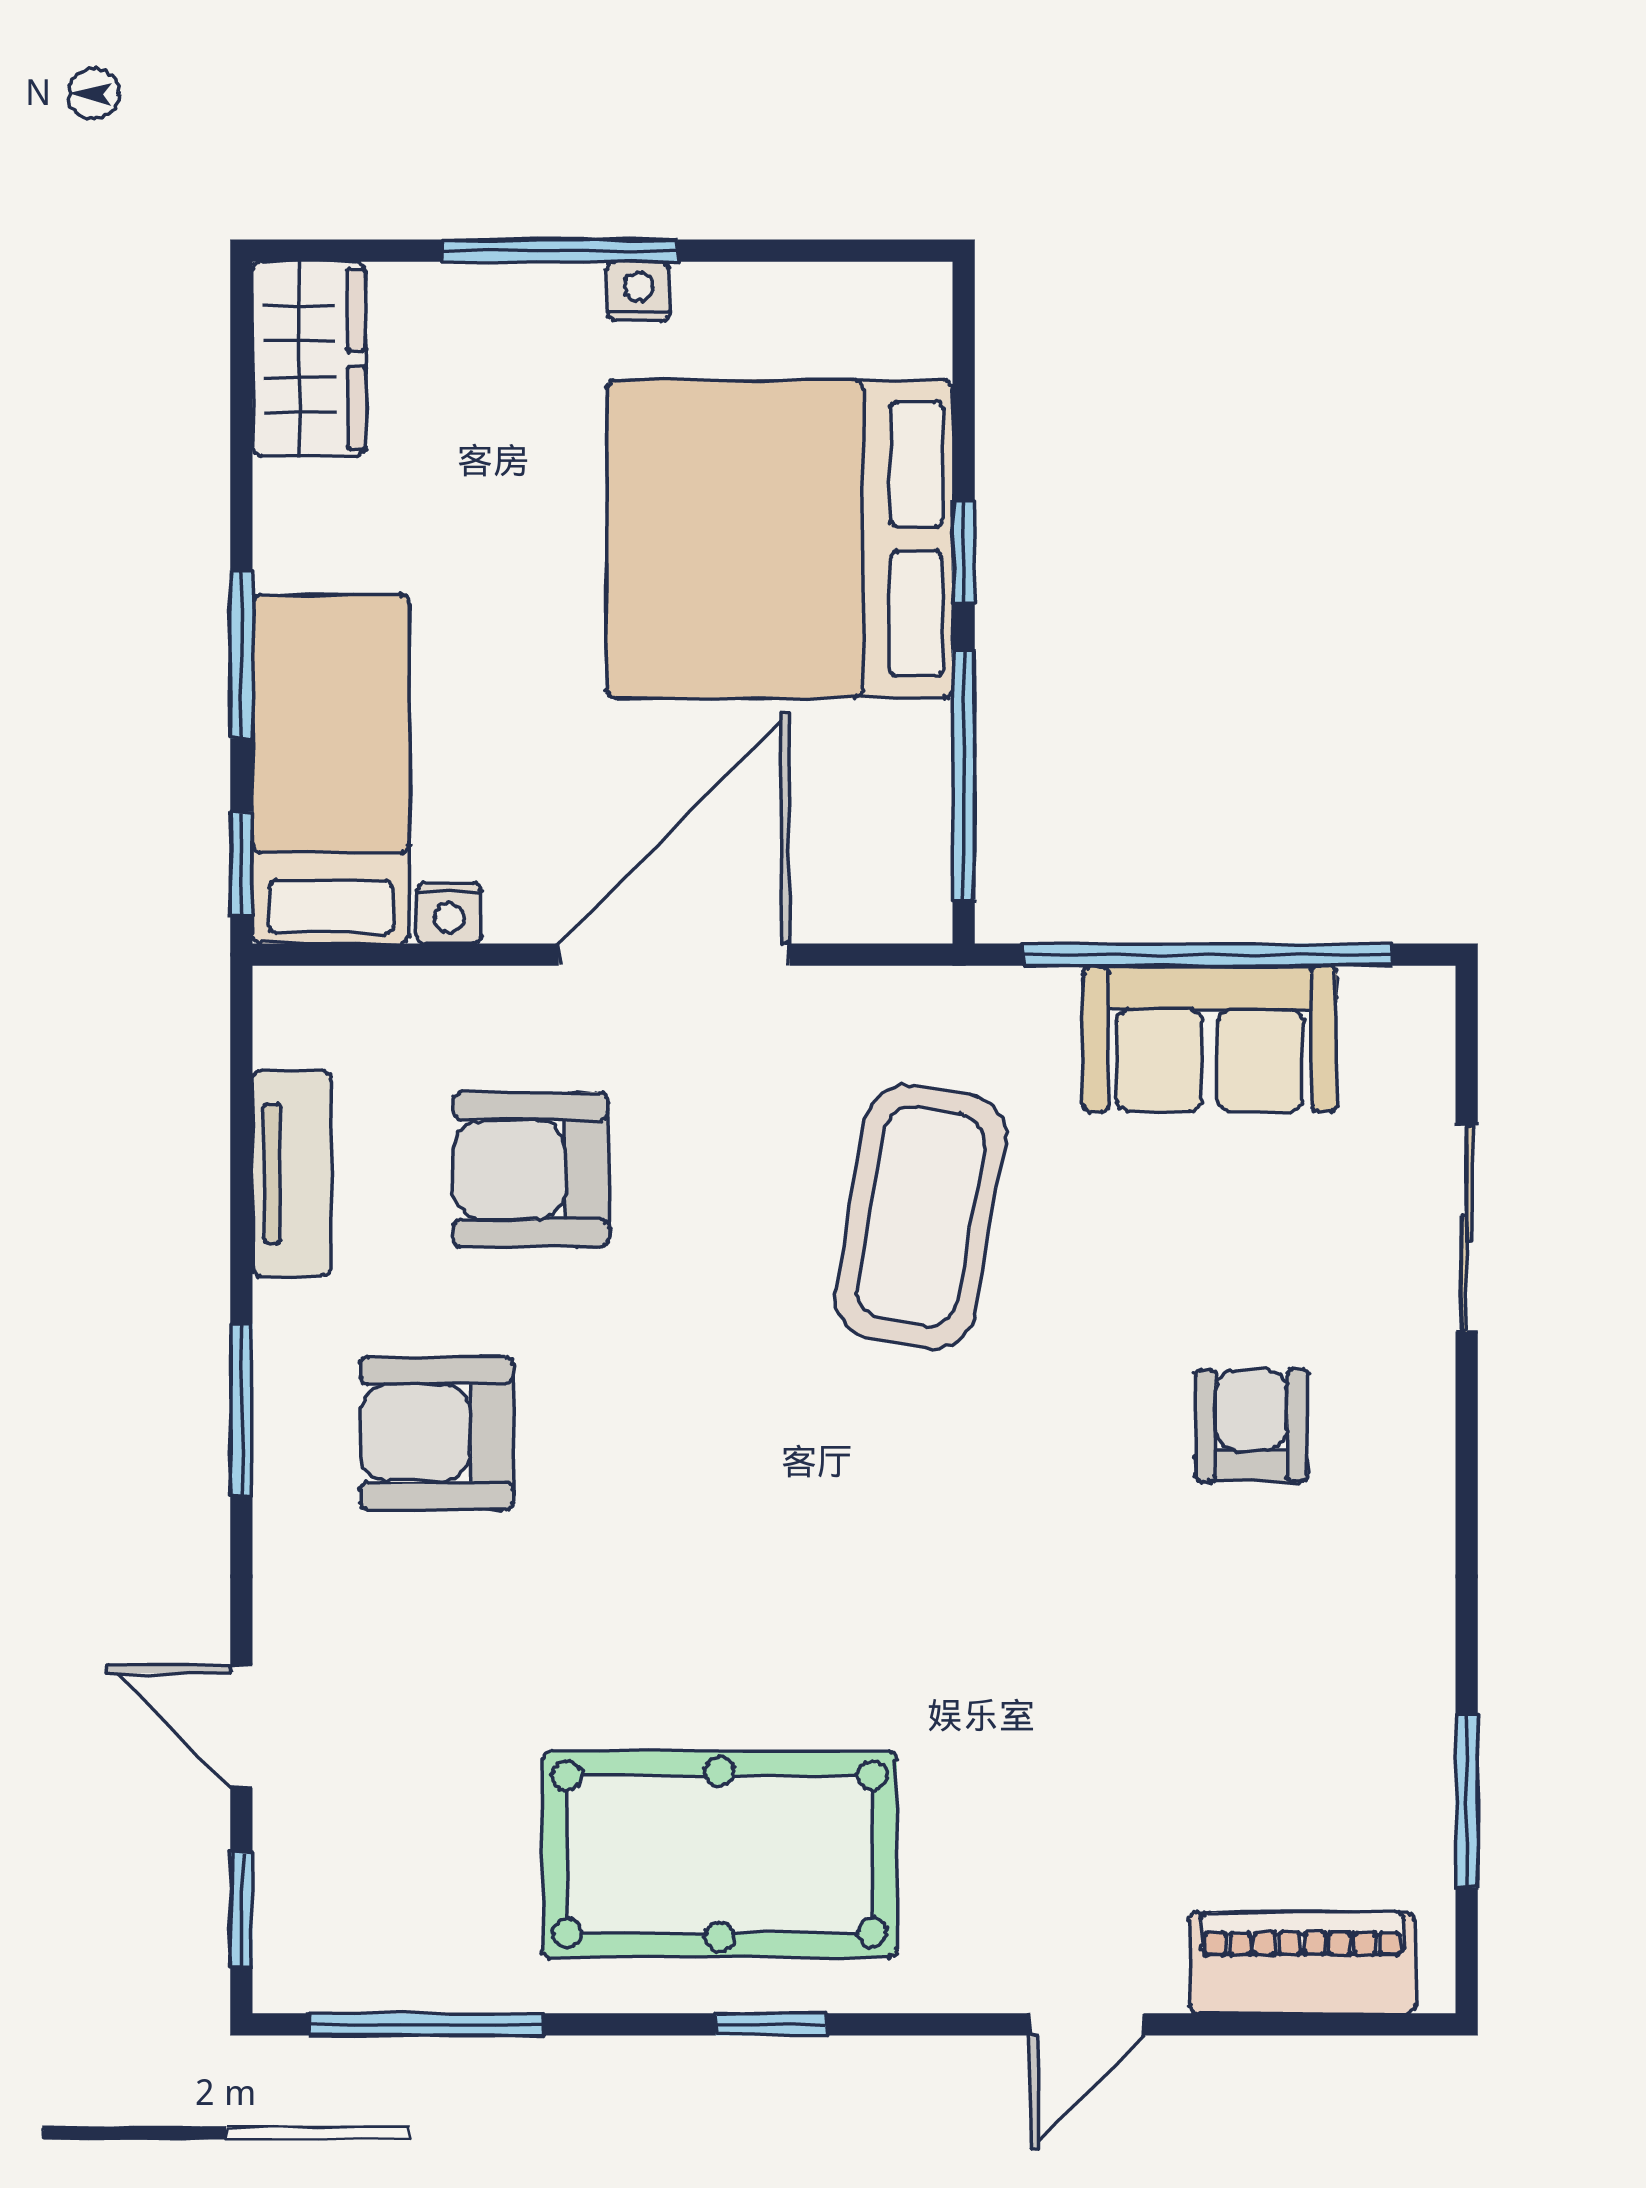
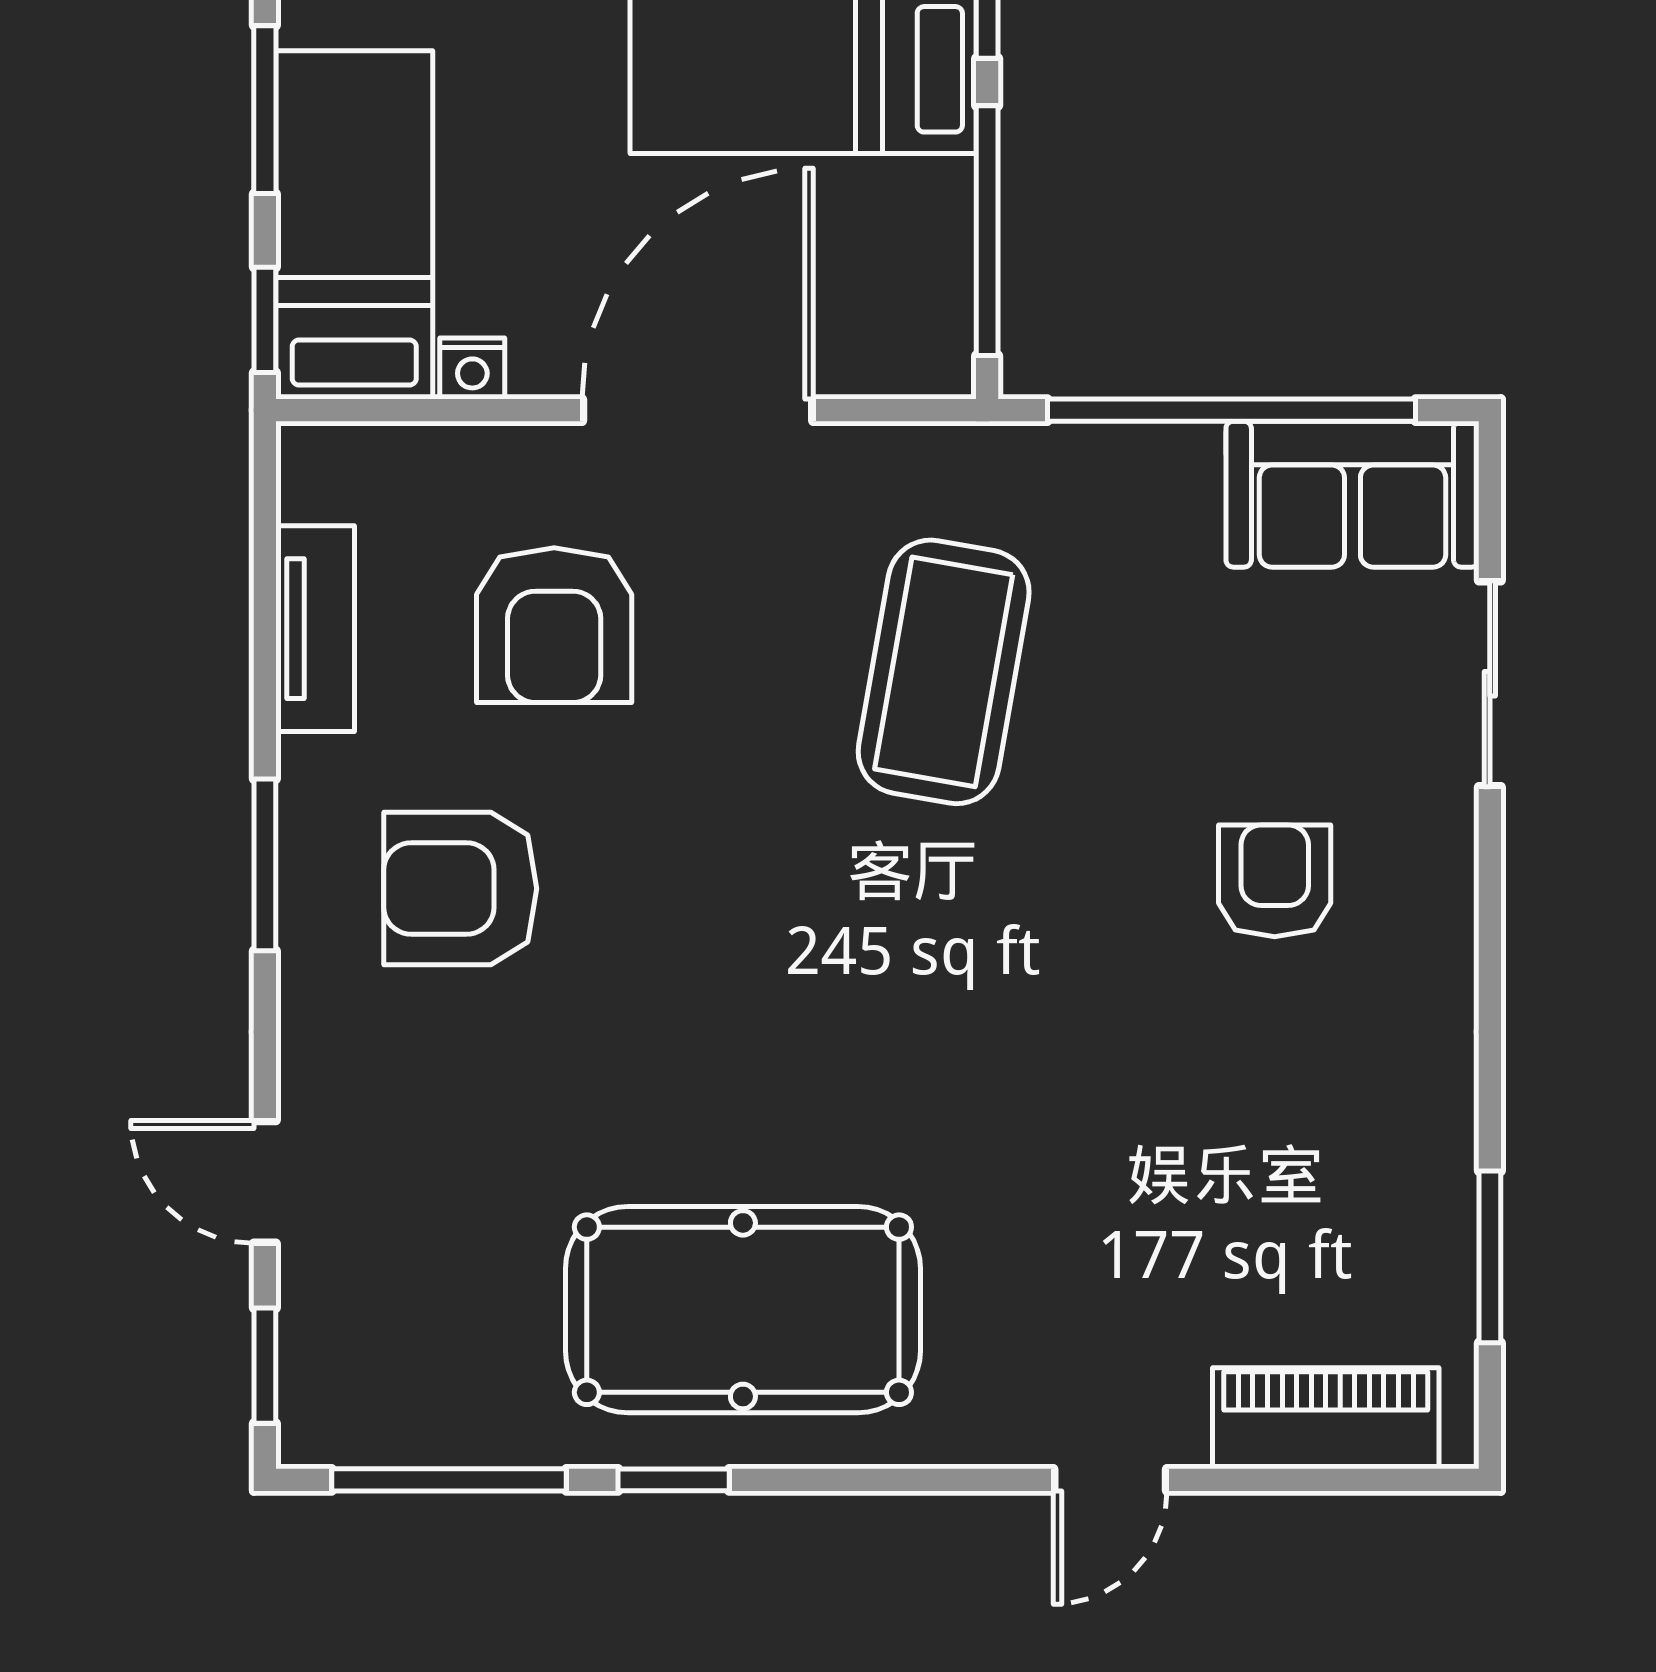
sofa: (1210, 1039) -> (1352, 494), moved
armchair: (531, 1170) -> (554, 625), turned -90
window: (771, 2024) -> (674, 1480), moved

